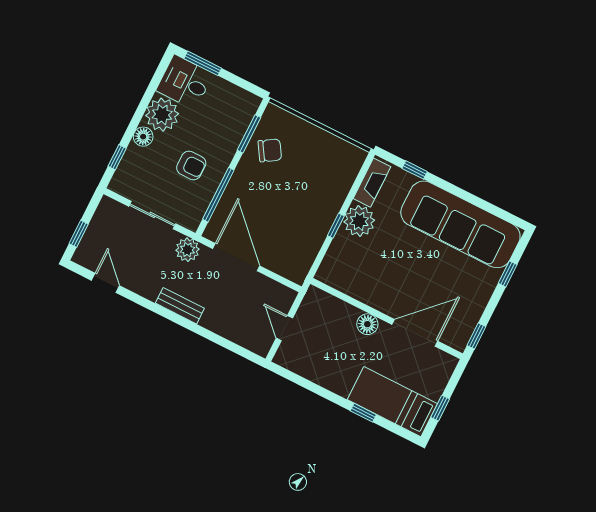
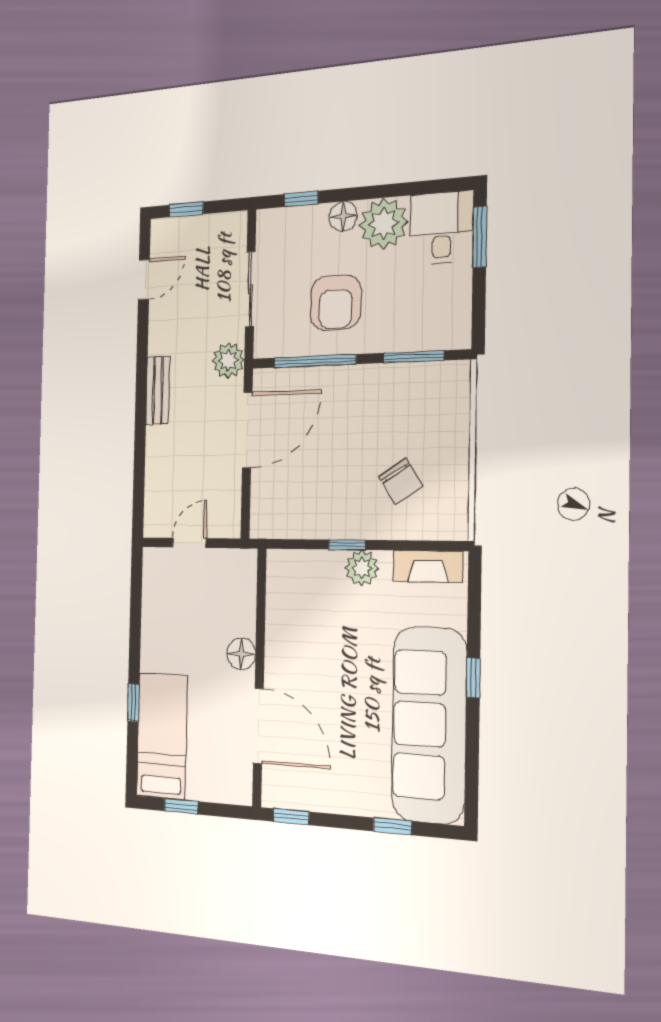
chair: (270, 150) -> (400, 481), moved
armchair: (191, 165) -> (336, 303), width x1.38, depth x1.38
window: (415, 170) -> (473, 678), moved
plant: (359, 221) -> (362, 568), width x0.73, depth x0.73

